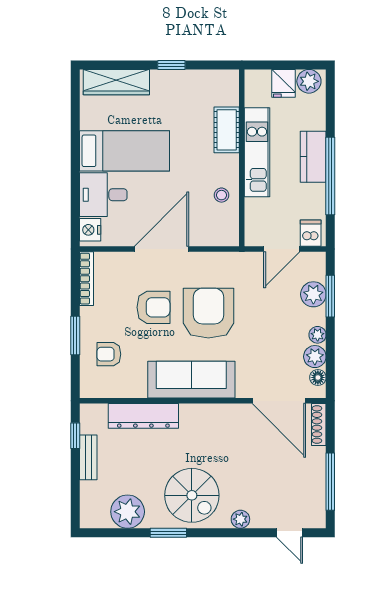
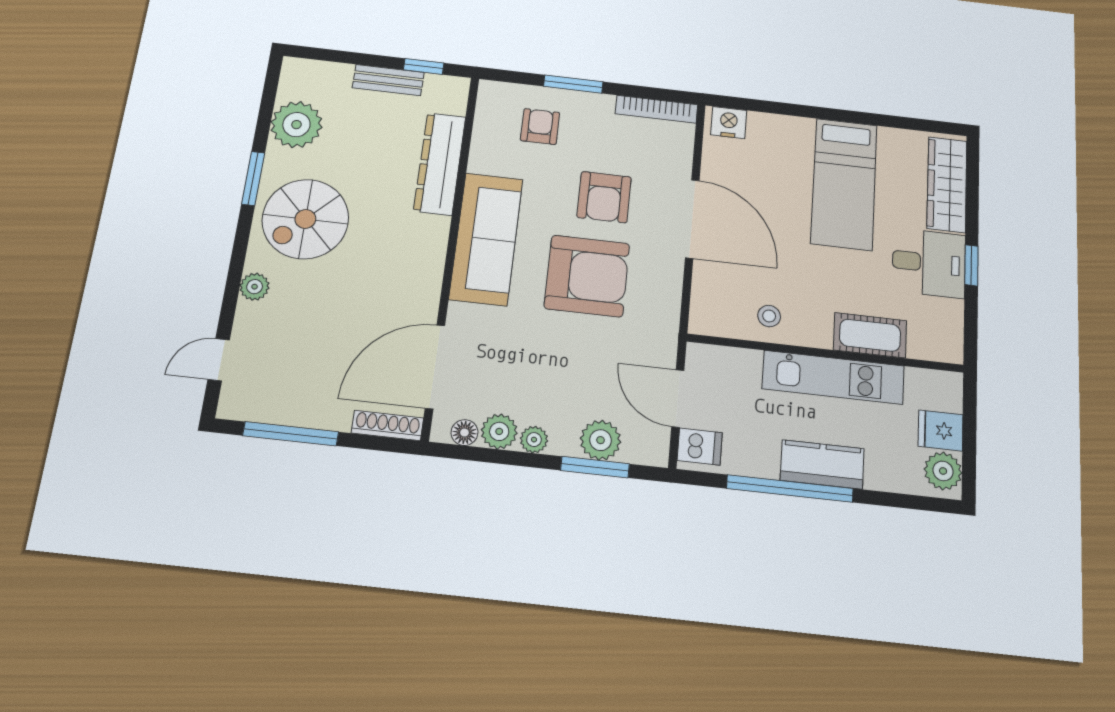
desk: (103, 195) -> (929, 263), moved, turned 90

